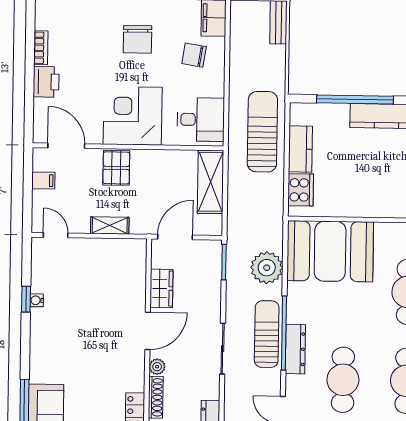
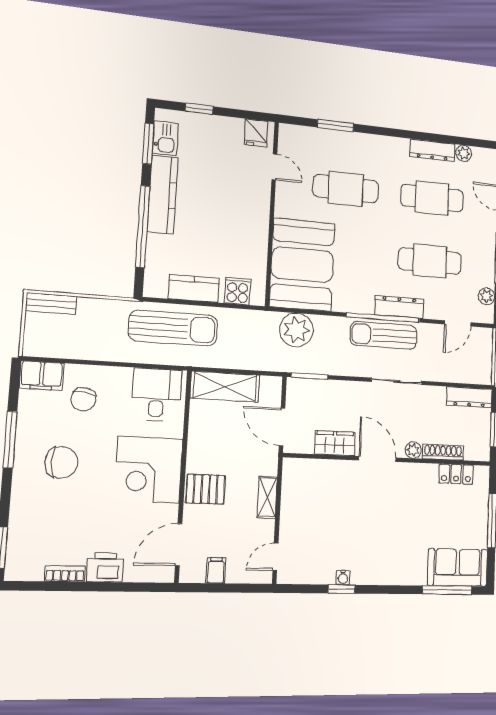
sun lounger: (262, 132) -> (173, 328), turned 180
cooker: (301, 190) -> (237, 291), width x0.73
plant: (267, 268) -> (296, 330), moved

